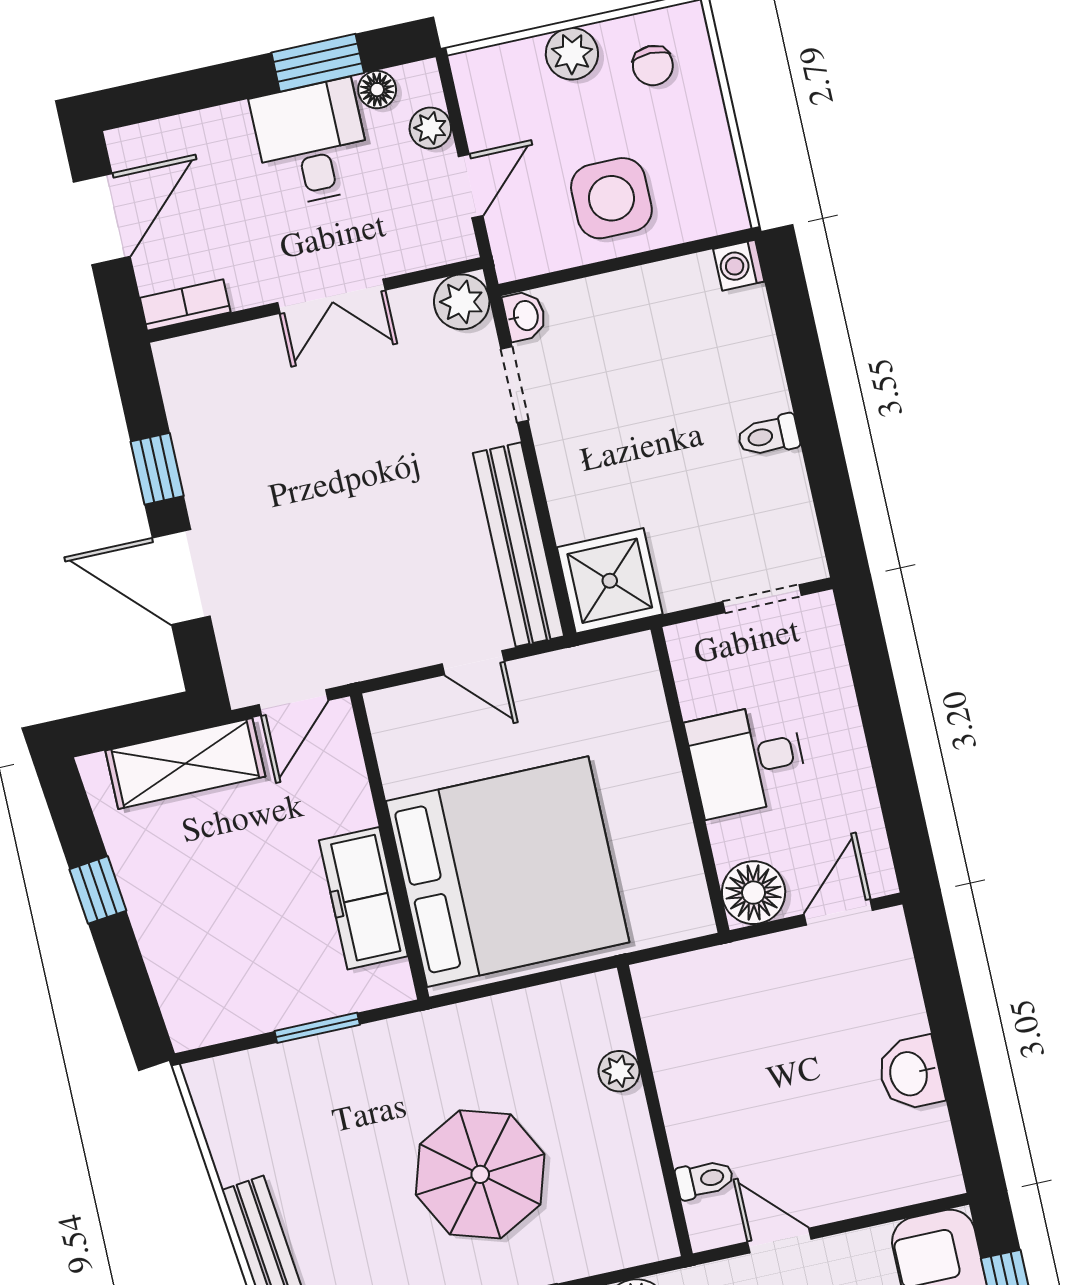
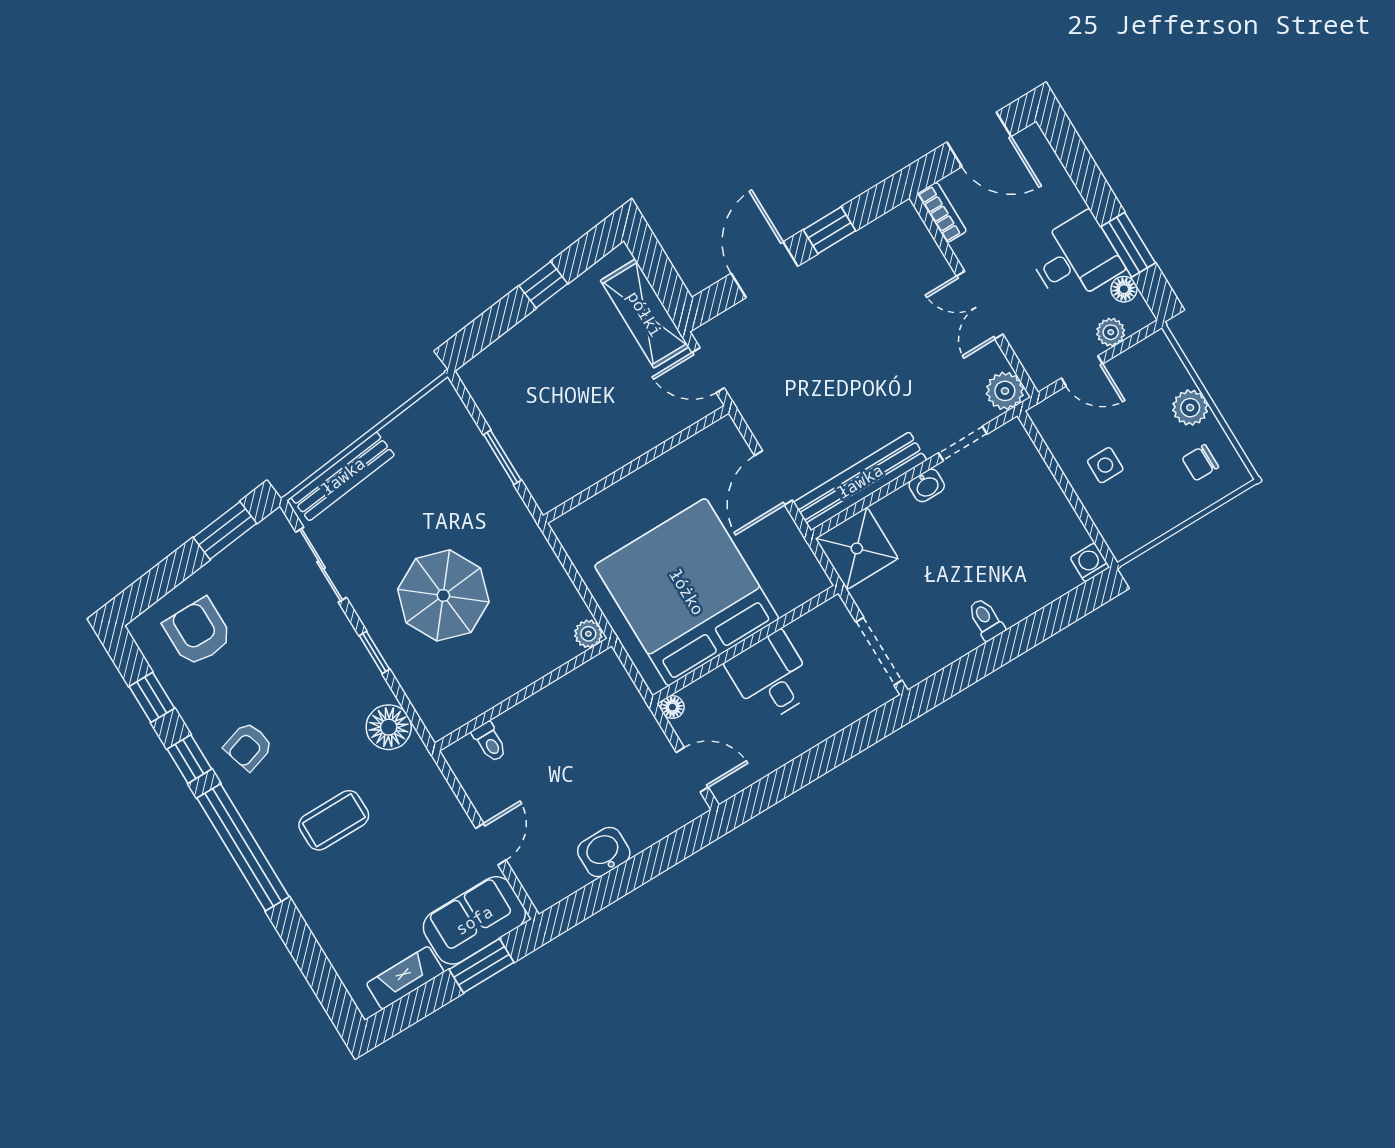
side table: (611, 198) -> (1105, 465), width x0.54, depth x0.54
washbasin: (525, 316) -> (927, 485), moved
doorway: (762, 599) -> (879, 651), width x1.38
door: (473, 663) -> (774, 478), width x1.38
bed: (508, 872) -> (687, 592), moved, turned 180
floor lamp: (754, 893) -> (672, 707), width x0.53, depth x0.53
freezer: (363, 898) -> (597, 459), removed
plant: (619, 1071) -> (588, 634), moved
door: (779, 1240) -> (491, 844), moved

